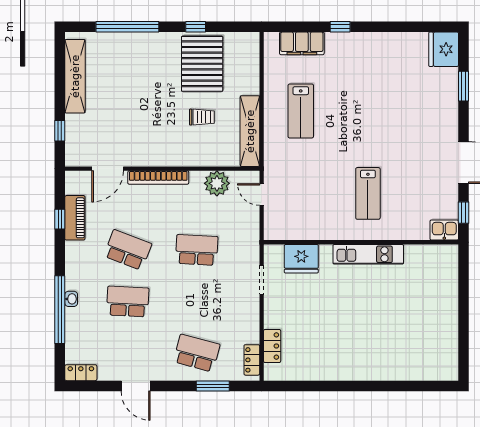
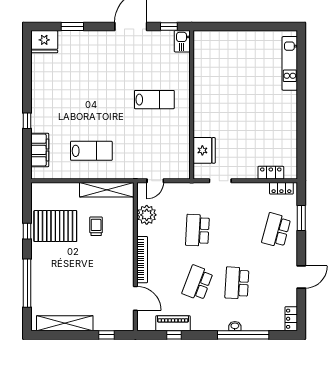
kitchen unit: (368, 254) -> (290, 63), moved, turned 180

